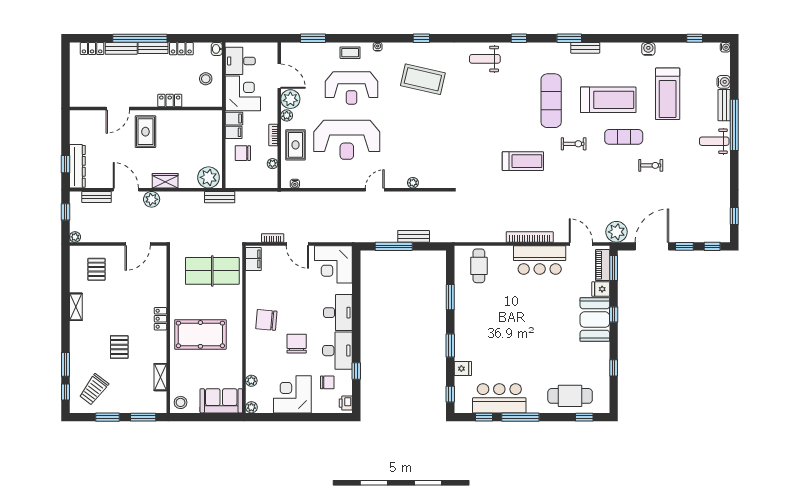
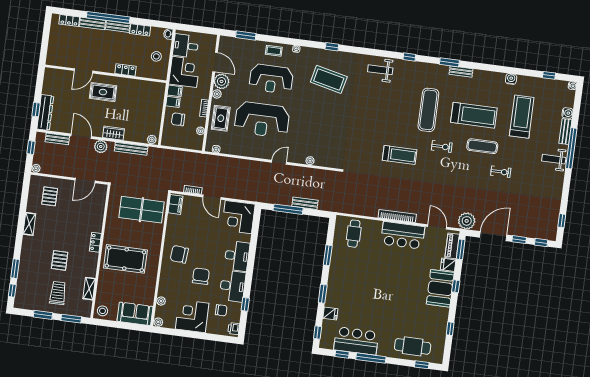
treadmill: (668, 94) -> (522, 117), turned 180
rug: (145, 132) -> (103, 92), turned 90
plant: (209, 177) -> (152, 140), width x0.53, depth x0.53
bench: (220, 197) -> (131, 149), moved, width x1.36
trolley: (94, 390) -> (58, 293), moved, turned 143

